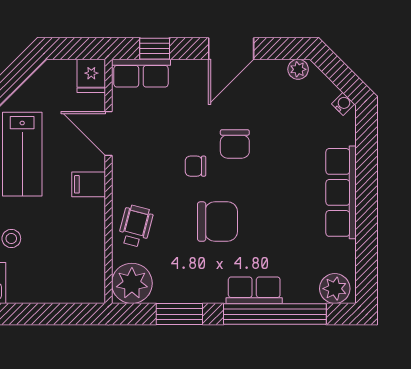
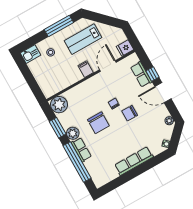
window: (155, 49) -> (153, 74), moved
row of seats: (141, 73) -> (141, 74), moved
wheelchair: (136, 226) -> (80, 94), removed
plant: (335, 289) -> (73, 133), moved

